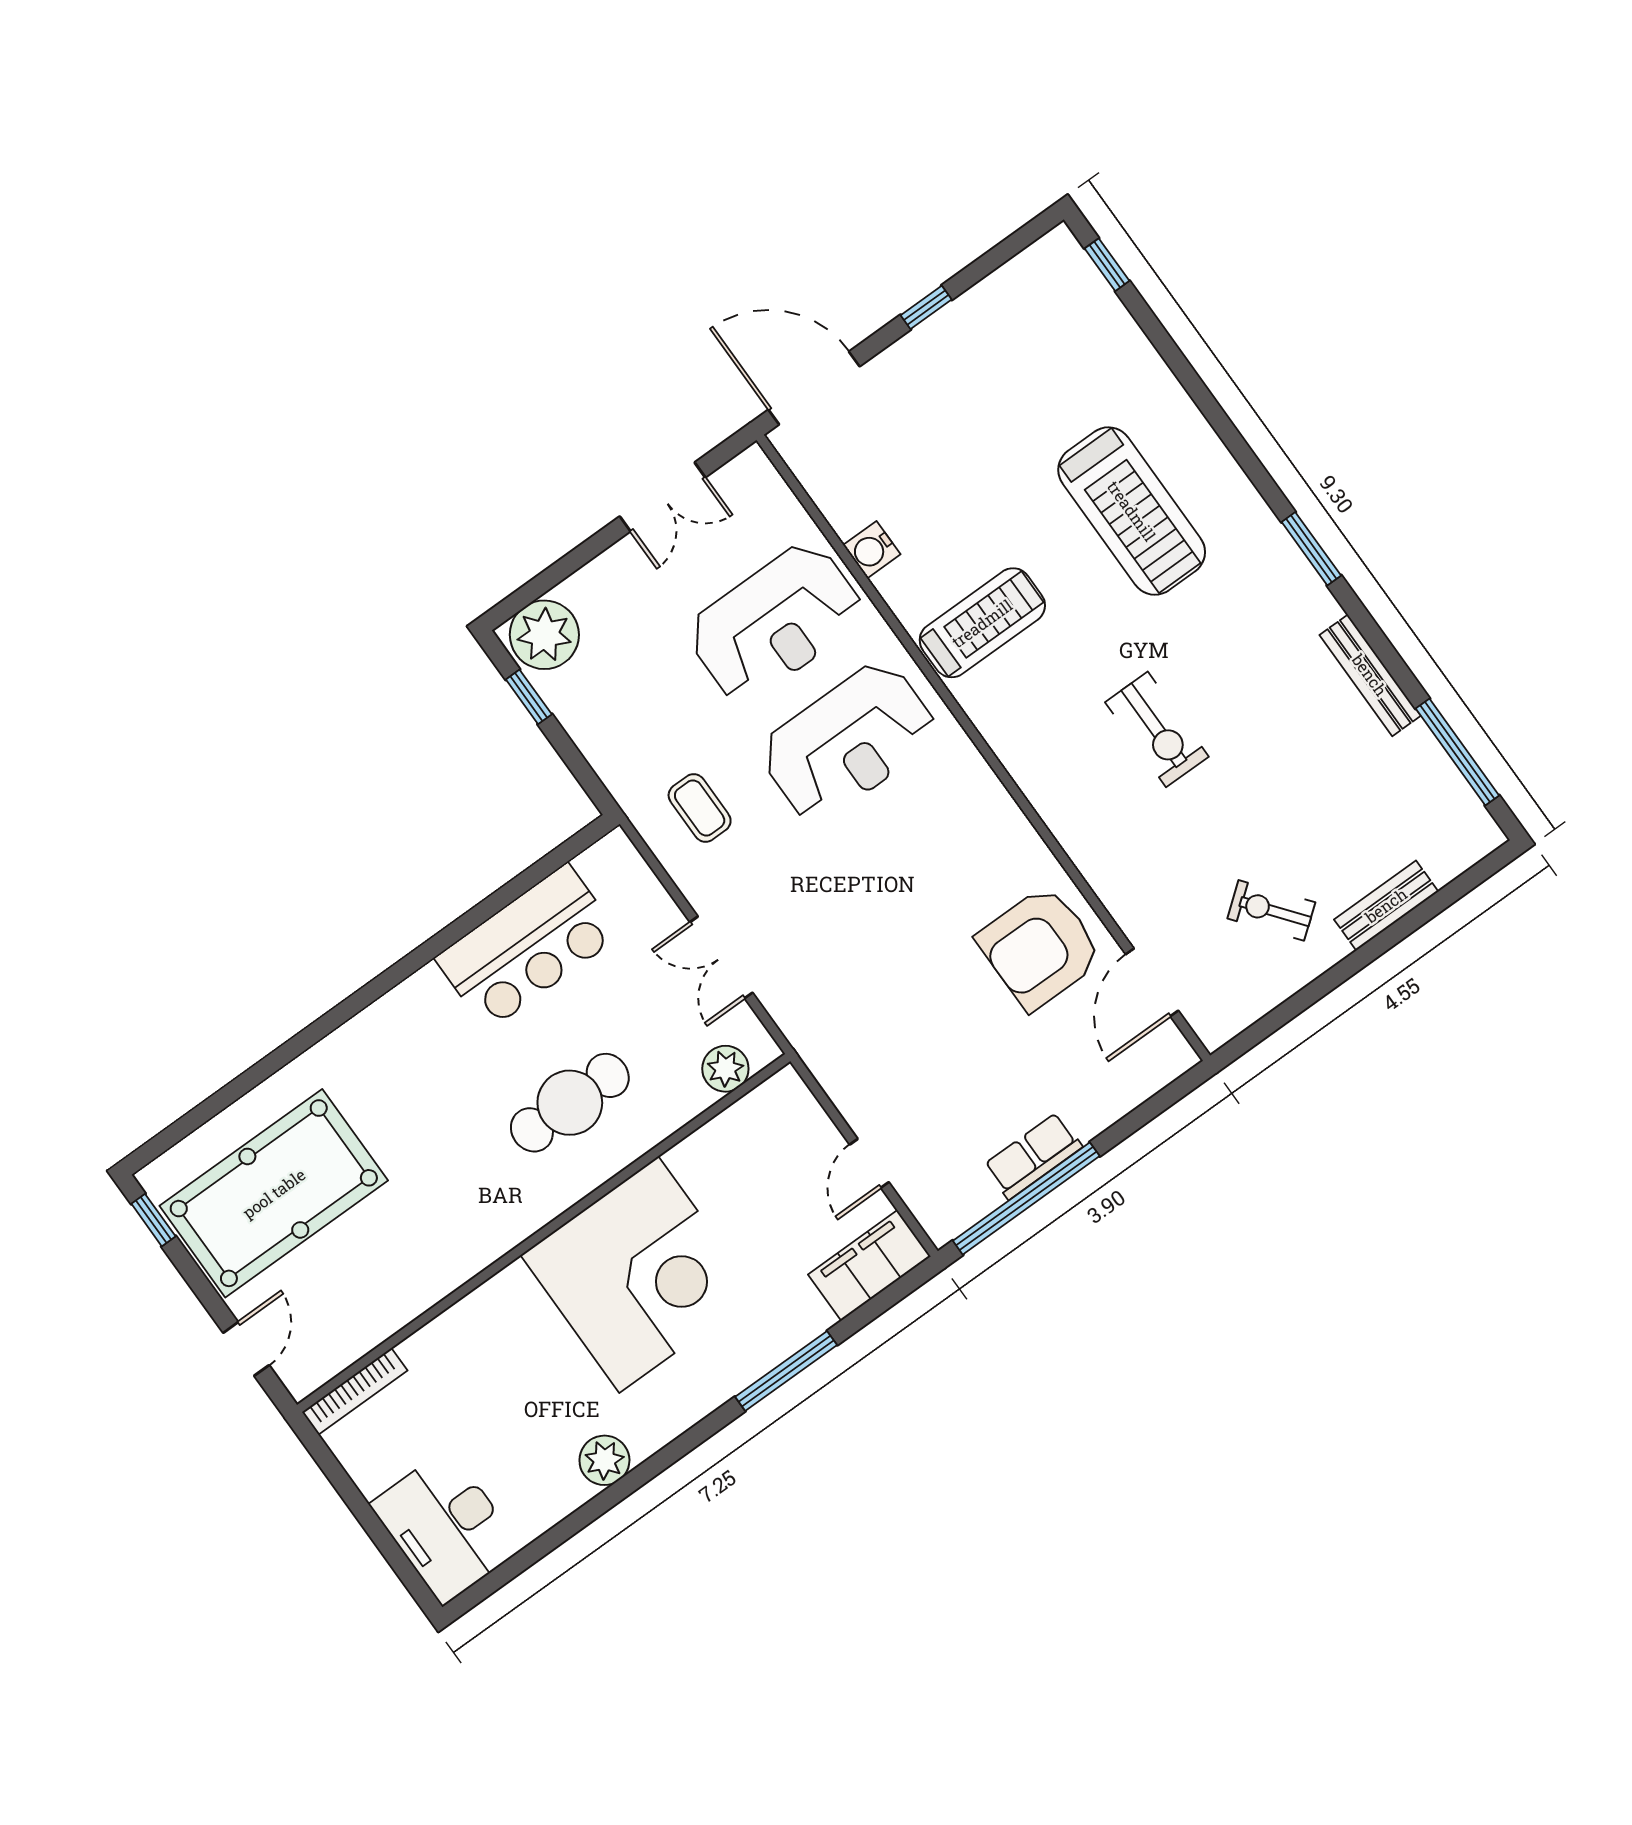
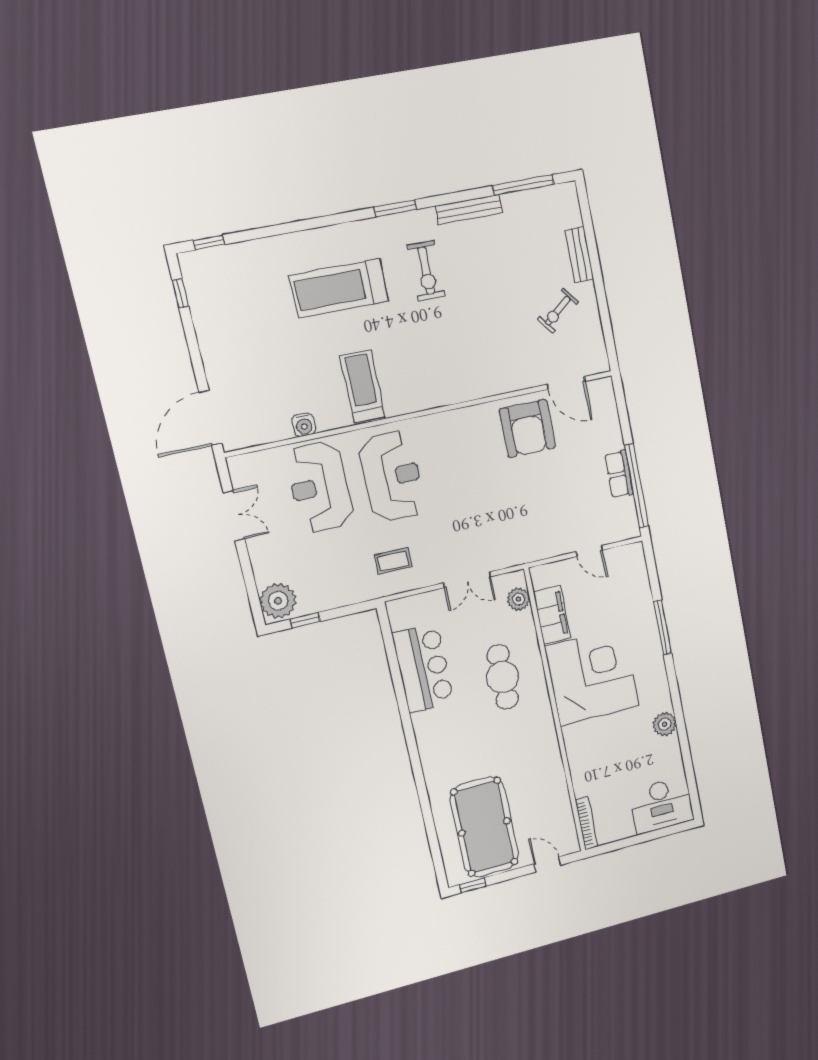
window: (926, 307) -> (180, 293), moved
treadmill: (1132, 511) -> (339, 288), turned 180
reception desk: (775, 622) -> (320, 487), turned 180
exercise bike: (1157, 729) -> (426, 271), moved, turned 90
filing cabinet: (869, 1265) -> (552, 615), moved, turned 180

